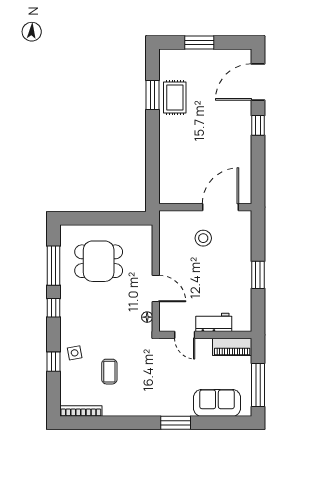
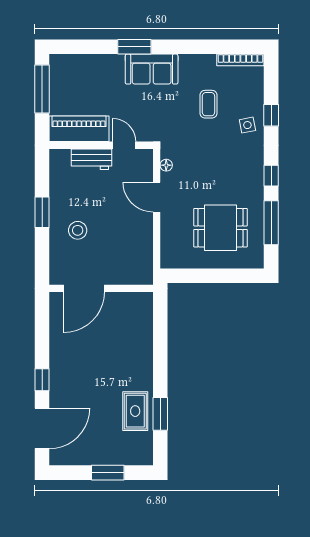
stool: (203, 238) -> (78, 230), moved
piano: (232, 347) -> (79, 129), width x1.37, depth x1.33
sofa: (217, 403) -> (152, 69), moved

